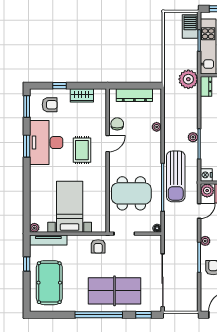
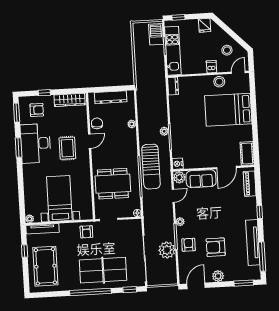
plant: (188, 79) -> (167, 250), moved
wardrobe: (82, 95) -> (70, 100), width x1.50

